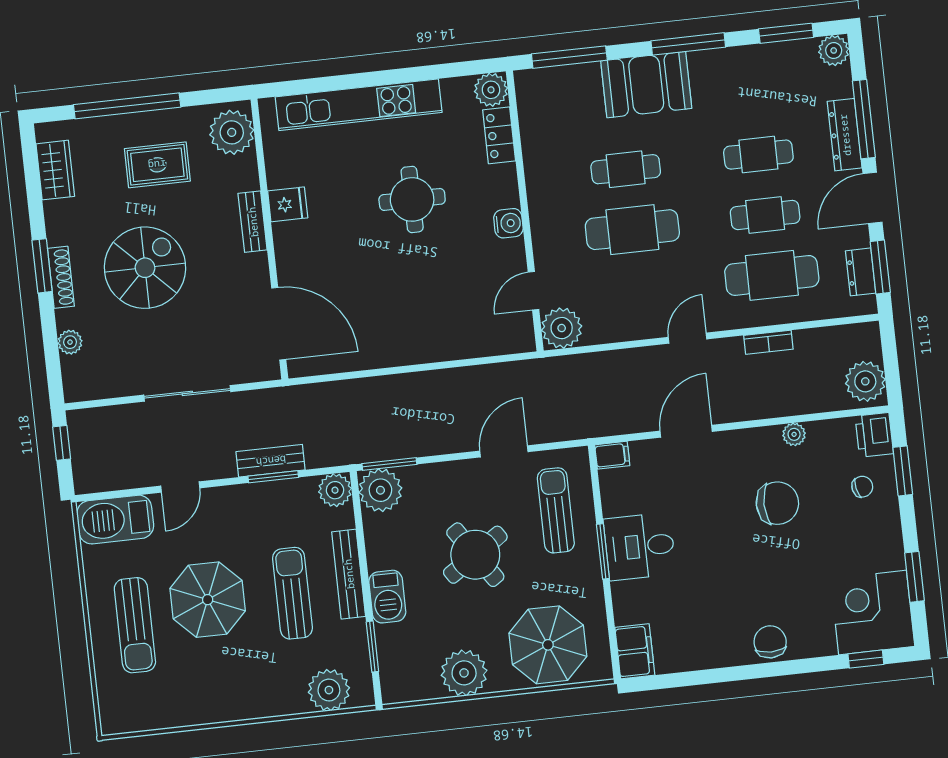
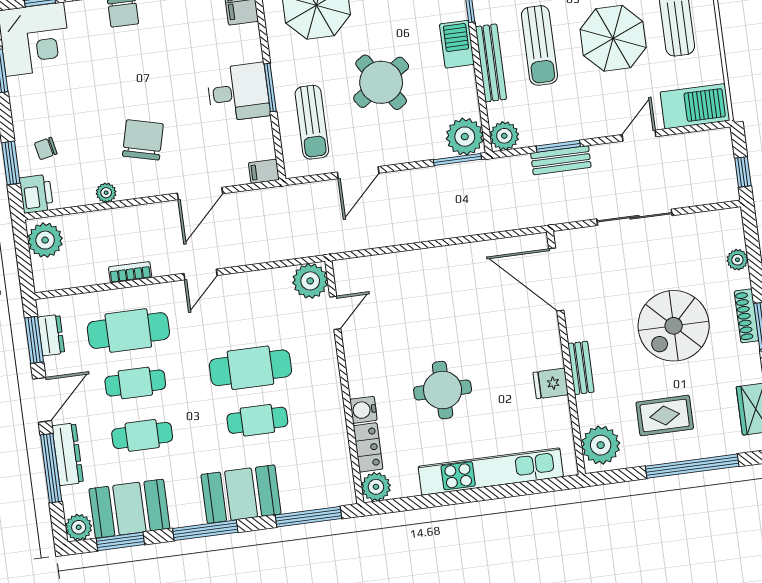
booth: (775, 71) -> (129, 509), added
water cooler: (508, 223) -> (363, 410), moved
chair: (777, 503) -> (143, 140), moved, turned 104

